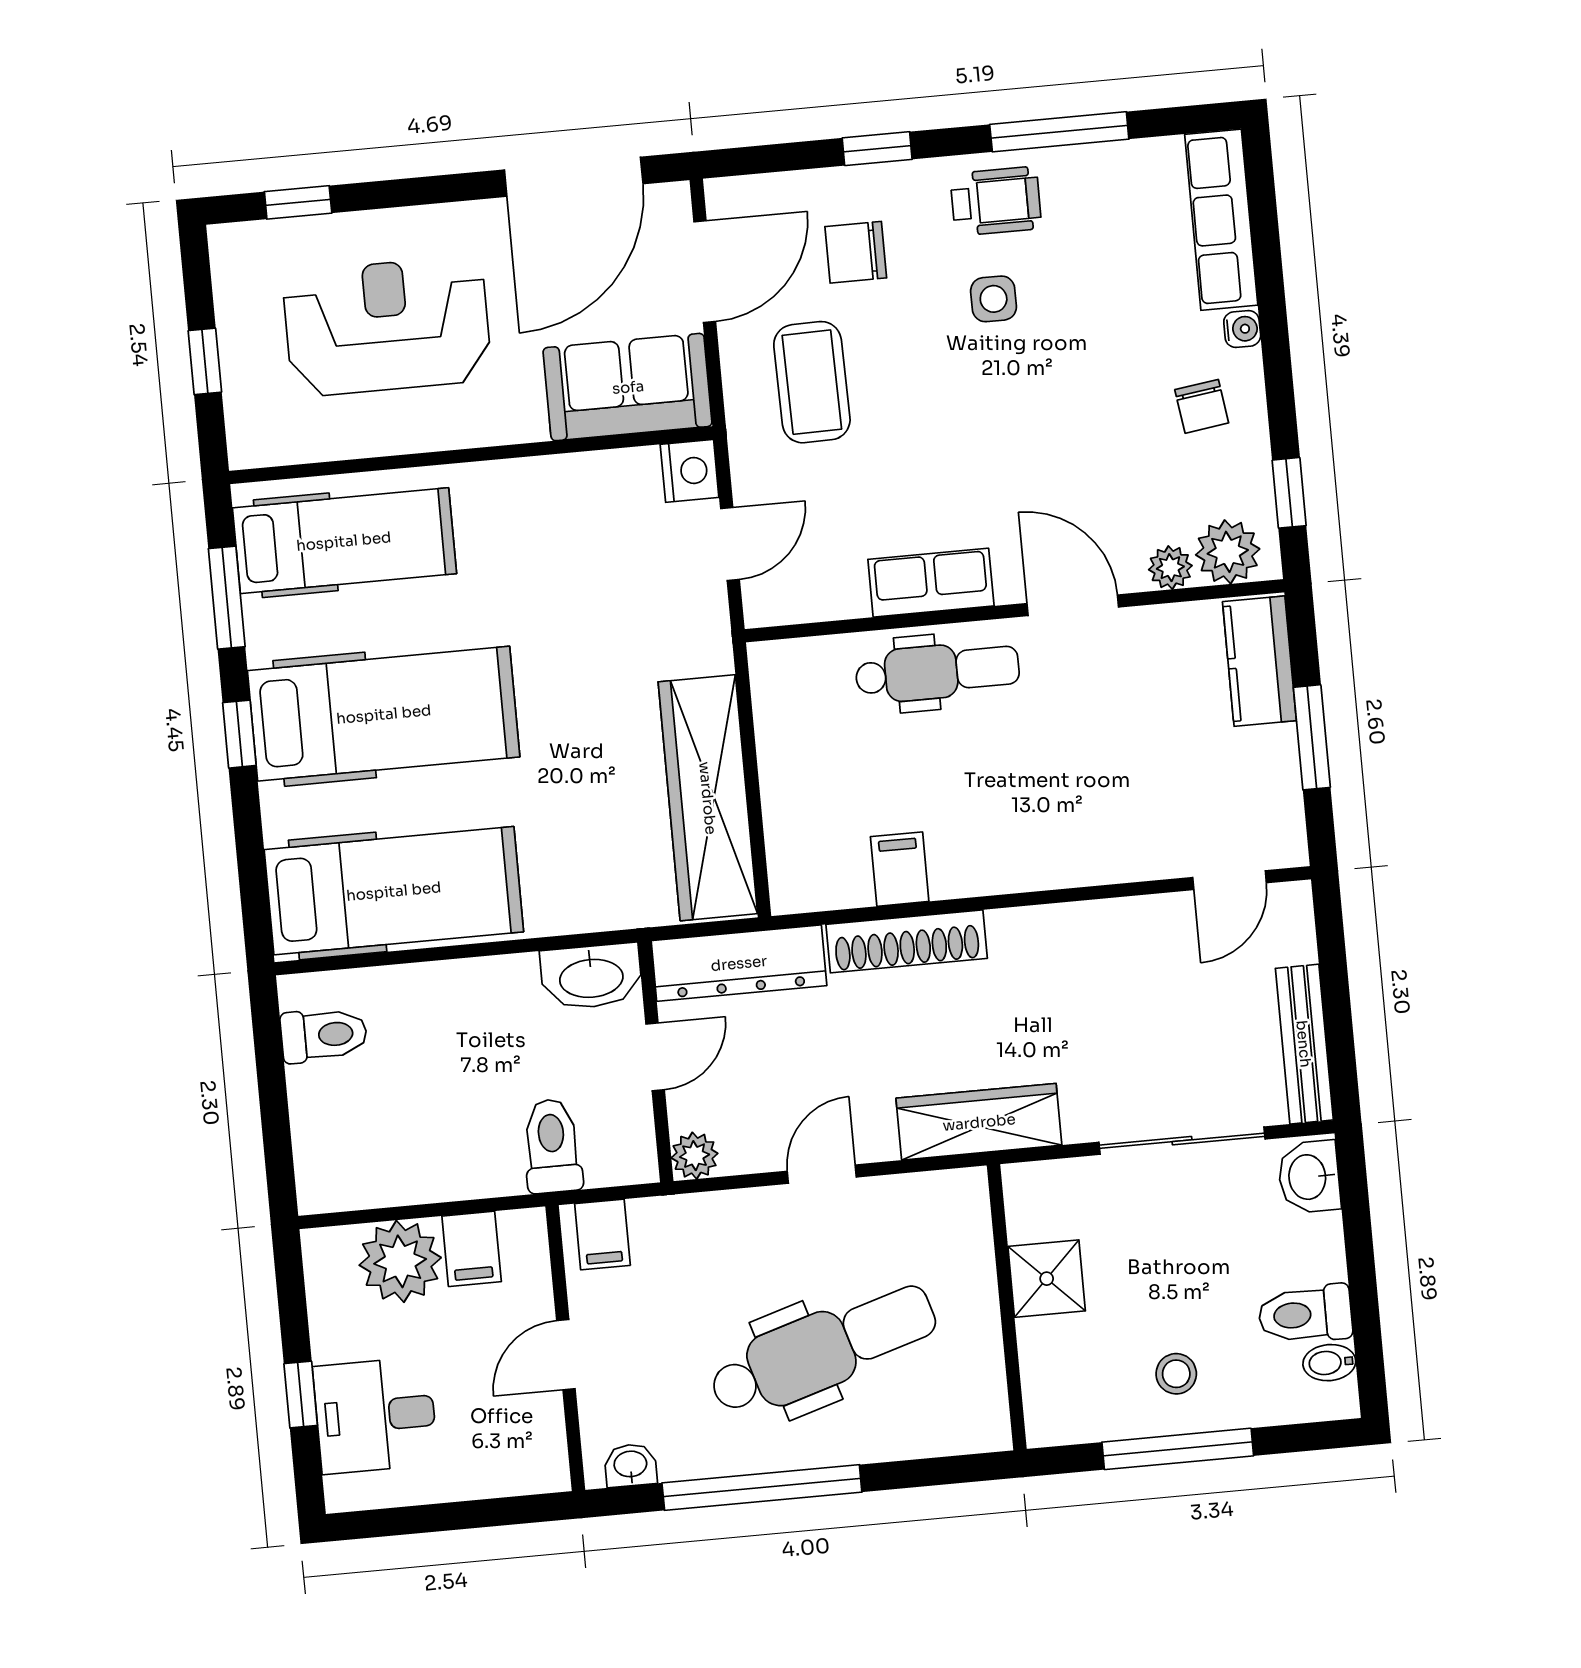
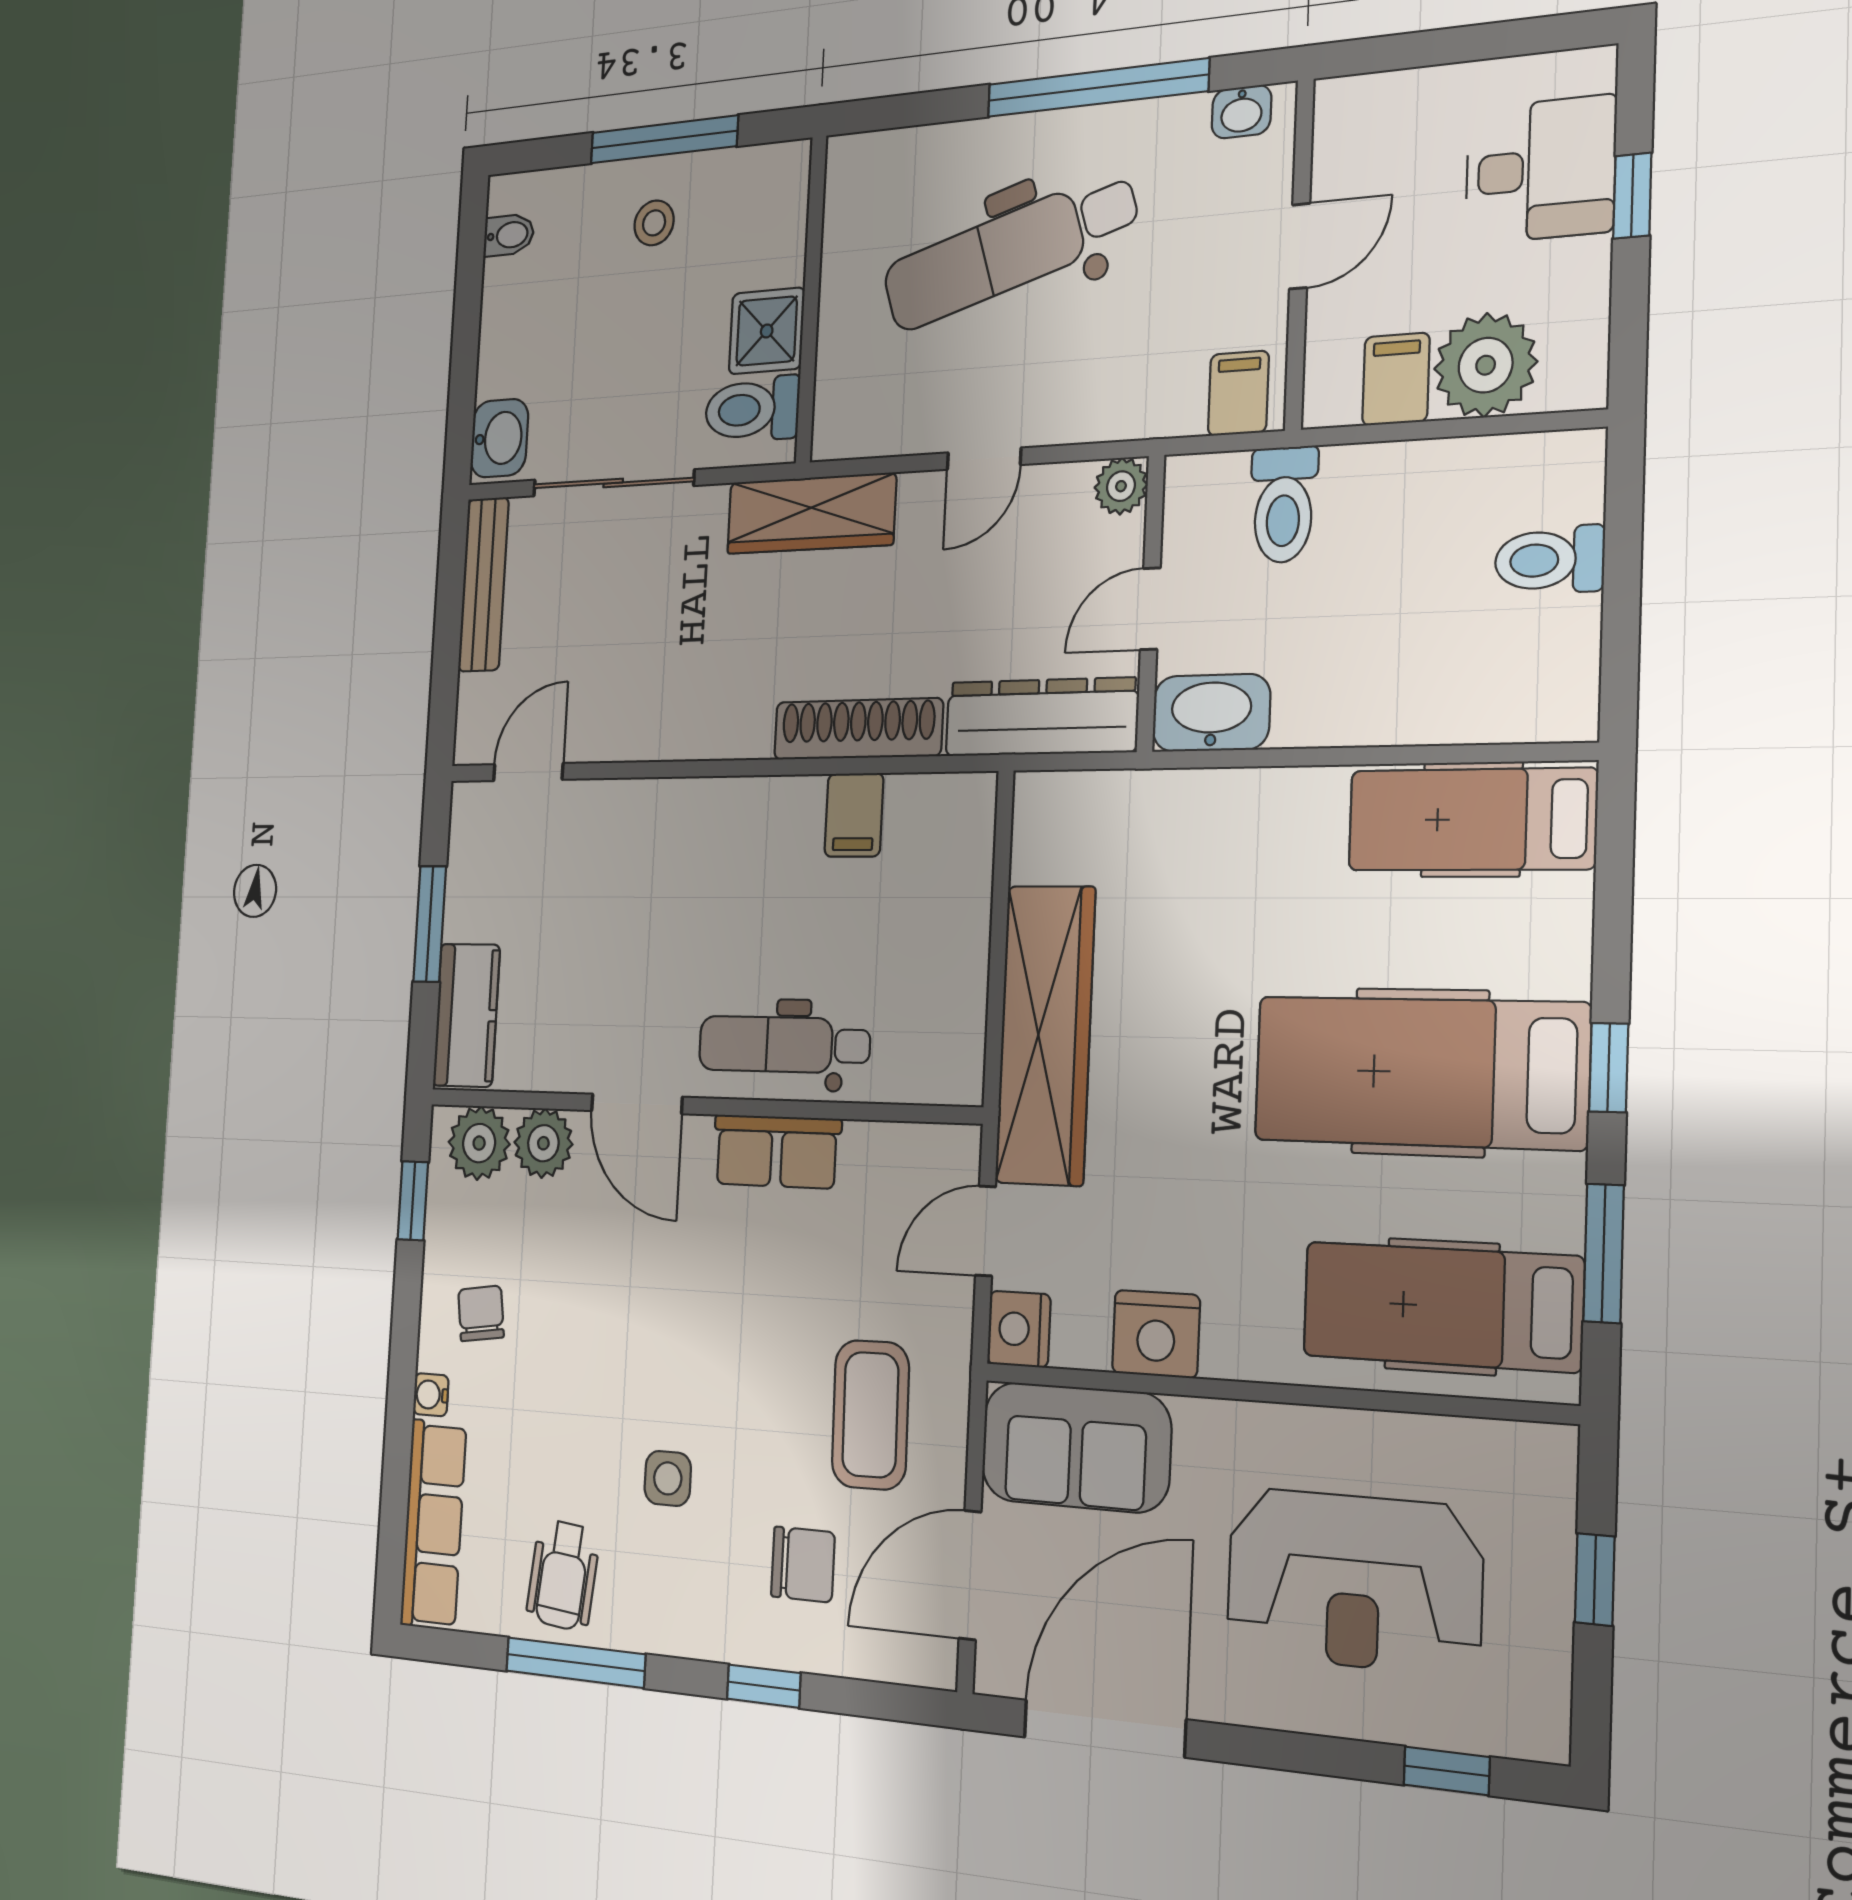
wheelchair: (996, 201) -> (563, 1575), moved, turned -84
nightstand: (572, 485) -> (1156, 1334), added
plant: (1170, 568) -> (543, 1143), width x1.38, depth x1.38
wardrobe: (708, 798) -> (1045, 1035), moved
hospital bed: (394, 891) -> (1472, 819), width x0.73, depth x0.78
toilet: (324, 1035) -> (1549, 560), moved
toilet: (1305, 1314) -> (752, 409), moved, turned 180

